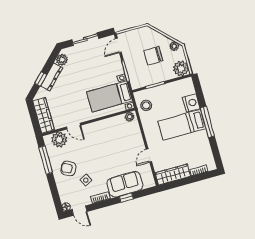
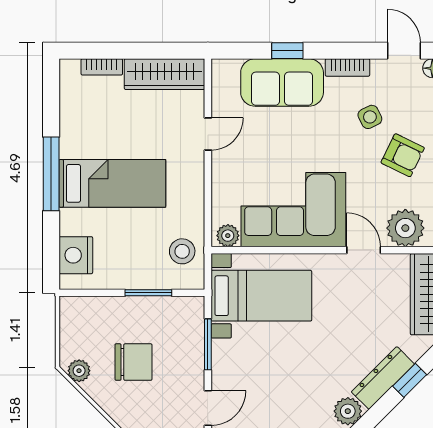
plant: (181, 68) -> (78, 315), removed
nightstand: (191, 103) -> (76, 255), moved
corner sofa: (106, 135) -> (293, 210), added

